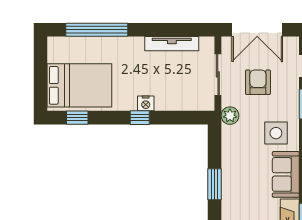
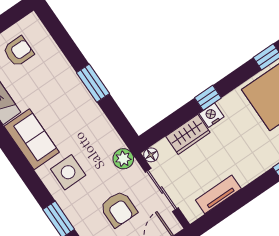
tv unit: (172, 44) -> (218, 194), width x0.71
wardrobe: (172, 101) -> (188, 134), added
floor lamp: (208, 105) -> (151, 155), added

